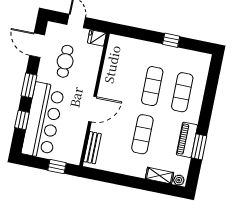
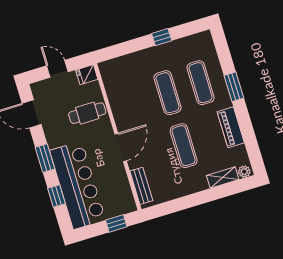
cafe table: (65, 61) -> (87, 113), moved, turned 90
window: (199, 147) -> (234, 87), moved

